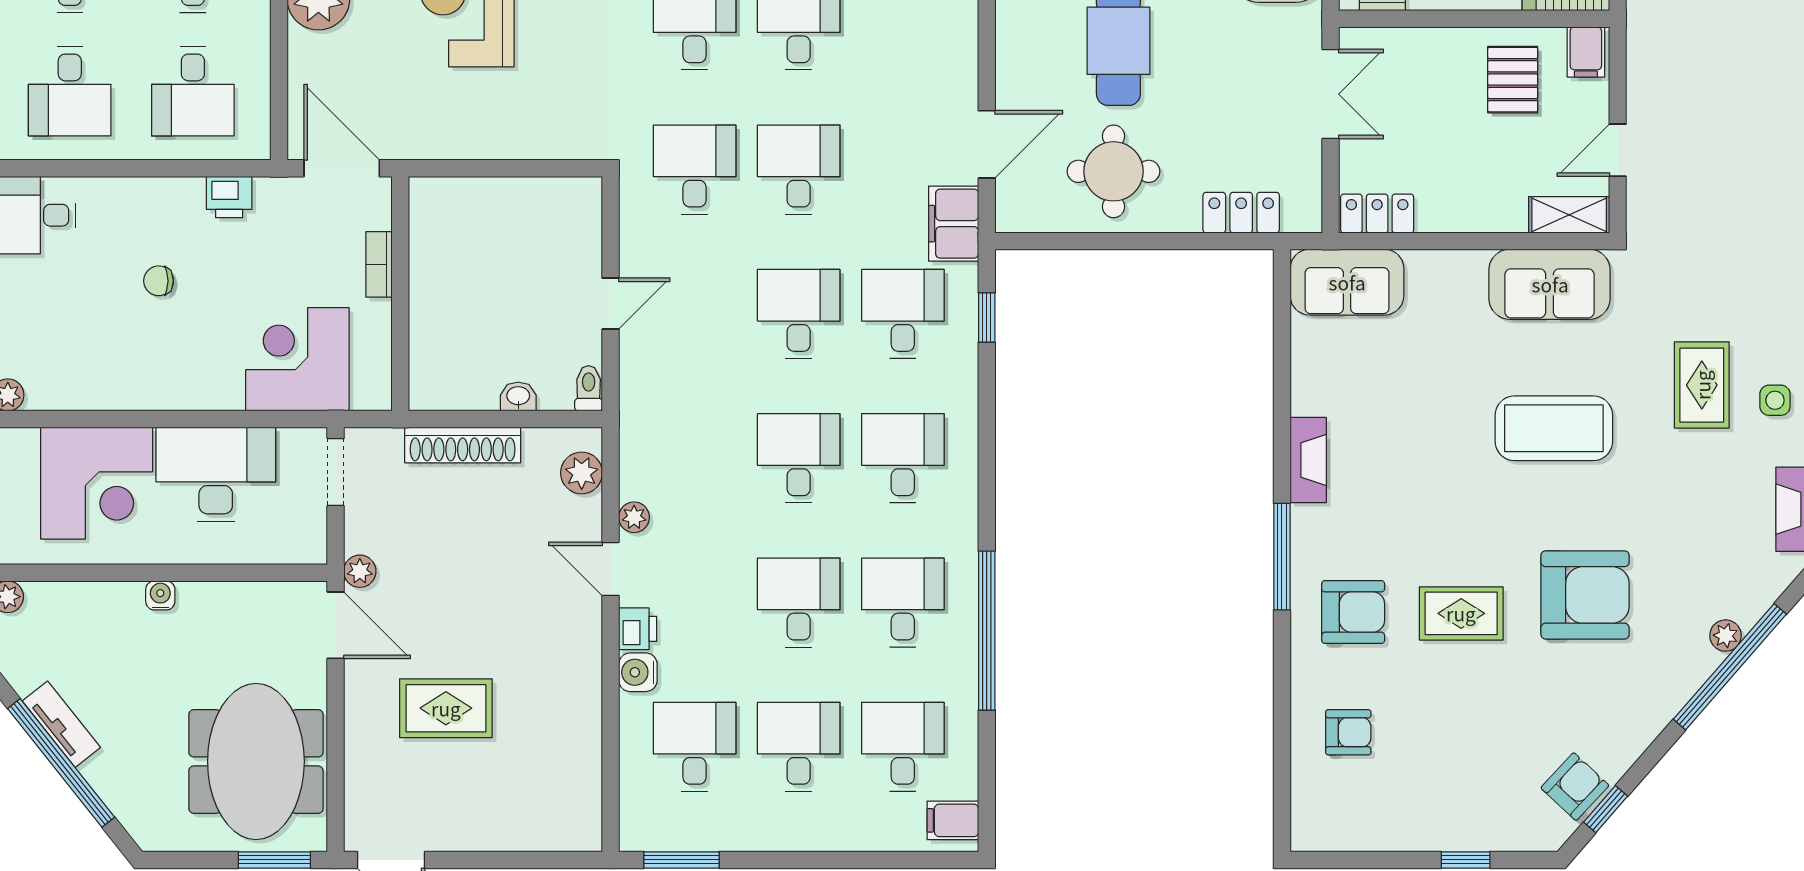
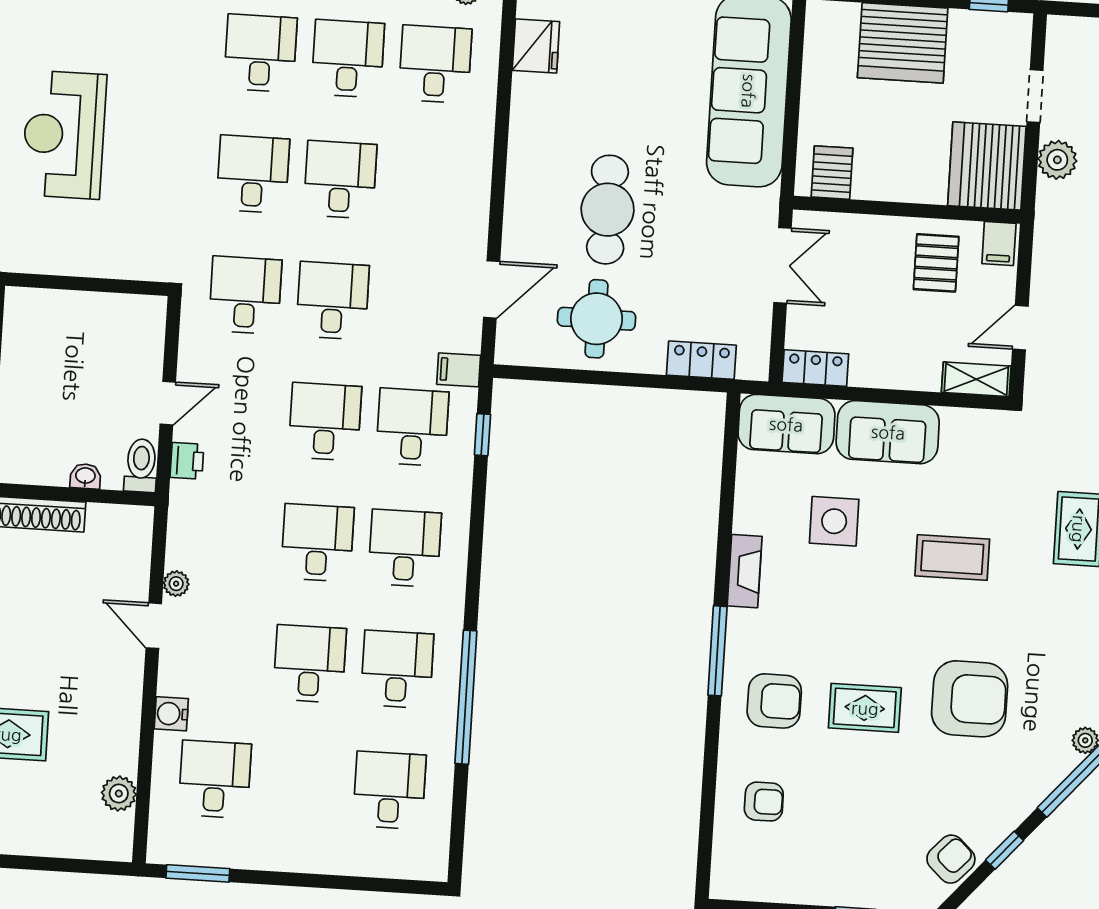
filing cabinet: (954, 224) -> (459, 370), width x0.50
sofa: (1550, 284) -> (888, 432), moved
toilet: (589, 388) -> (141, 465), width x1.37, depth x1.39
side table: (1411, 394) -> (834, 521), added
coffee table: (1554, 428) -> (952, 557), width x0.73, depth x0.76
plant: (582, 473) -> (119, 794), moved
printer: (638, 629) -> (187, 461), moved
desk: (799, 747) -> (302, 785), removed
window: (1606, 809) -> (1005, 850), moved
filing cabinet: (953, 820) -> (428, 855), removed

